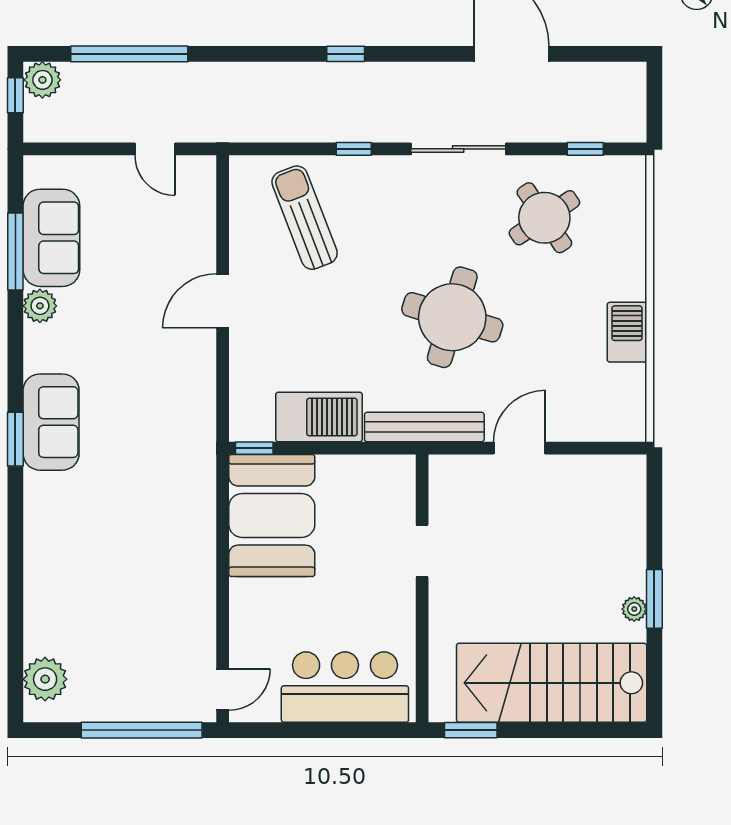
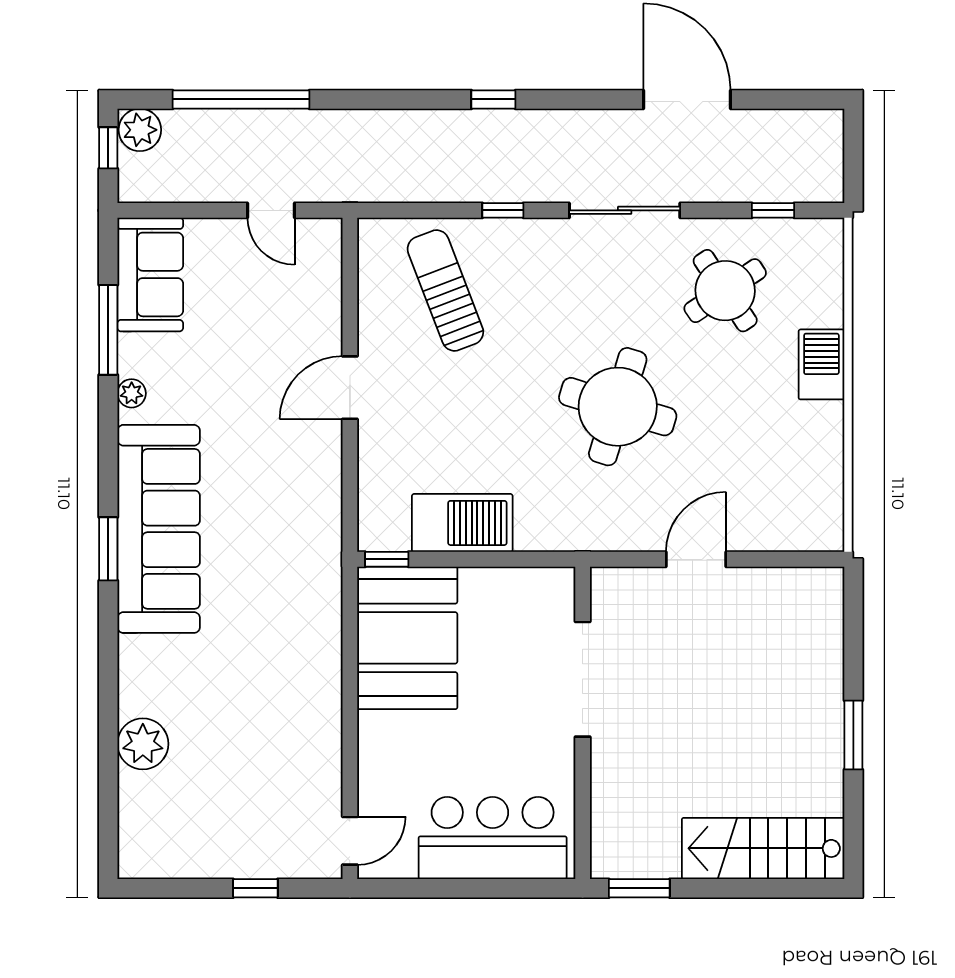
sofa: (51, 238) -> (150, 274), moved
plant: (40, 306) -> (132, 393), width x0.73, depth x0.73
barbecue: (627, 332) -> (821, 364), moved
sofa: (51, 422) -> (159, 529), width x1.85, depth x1.27
bench: (424, 427) -> (585, 535), removed
doorway: (422, 551) -> (583, 679), width x1.88
plant: (634, 609) -> (830, 747), removed
plant: (45, 679) -> (143, 744), moved
stairs: (552, 683) -> (763, 848), width x0.73, depth x0.66
window: (142, 730) -> (255, 888), width x0.32

